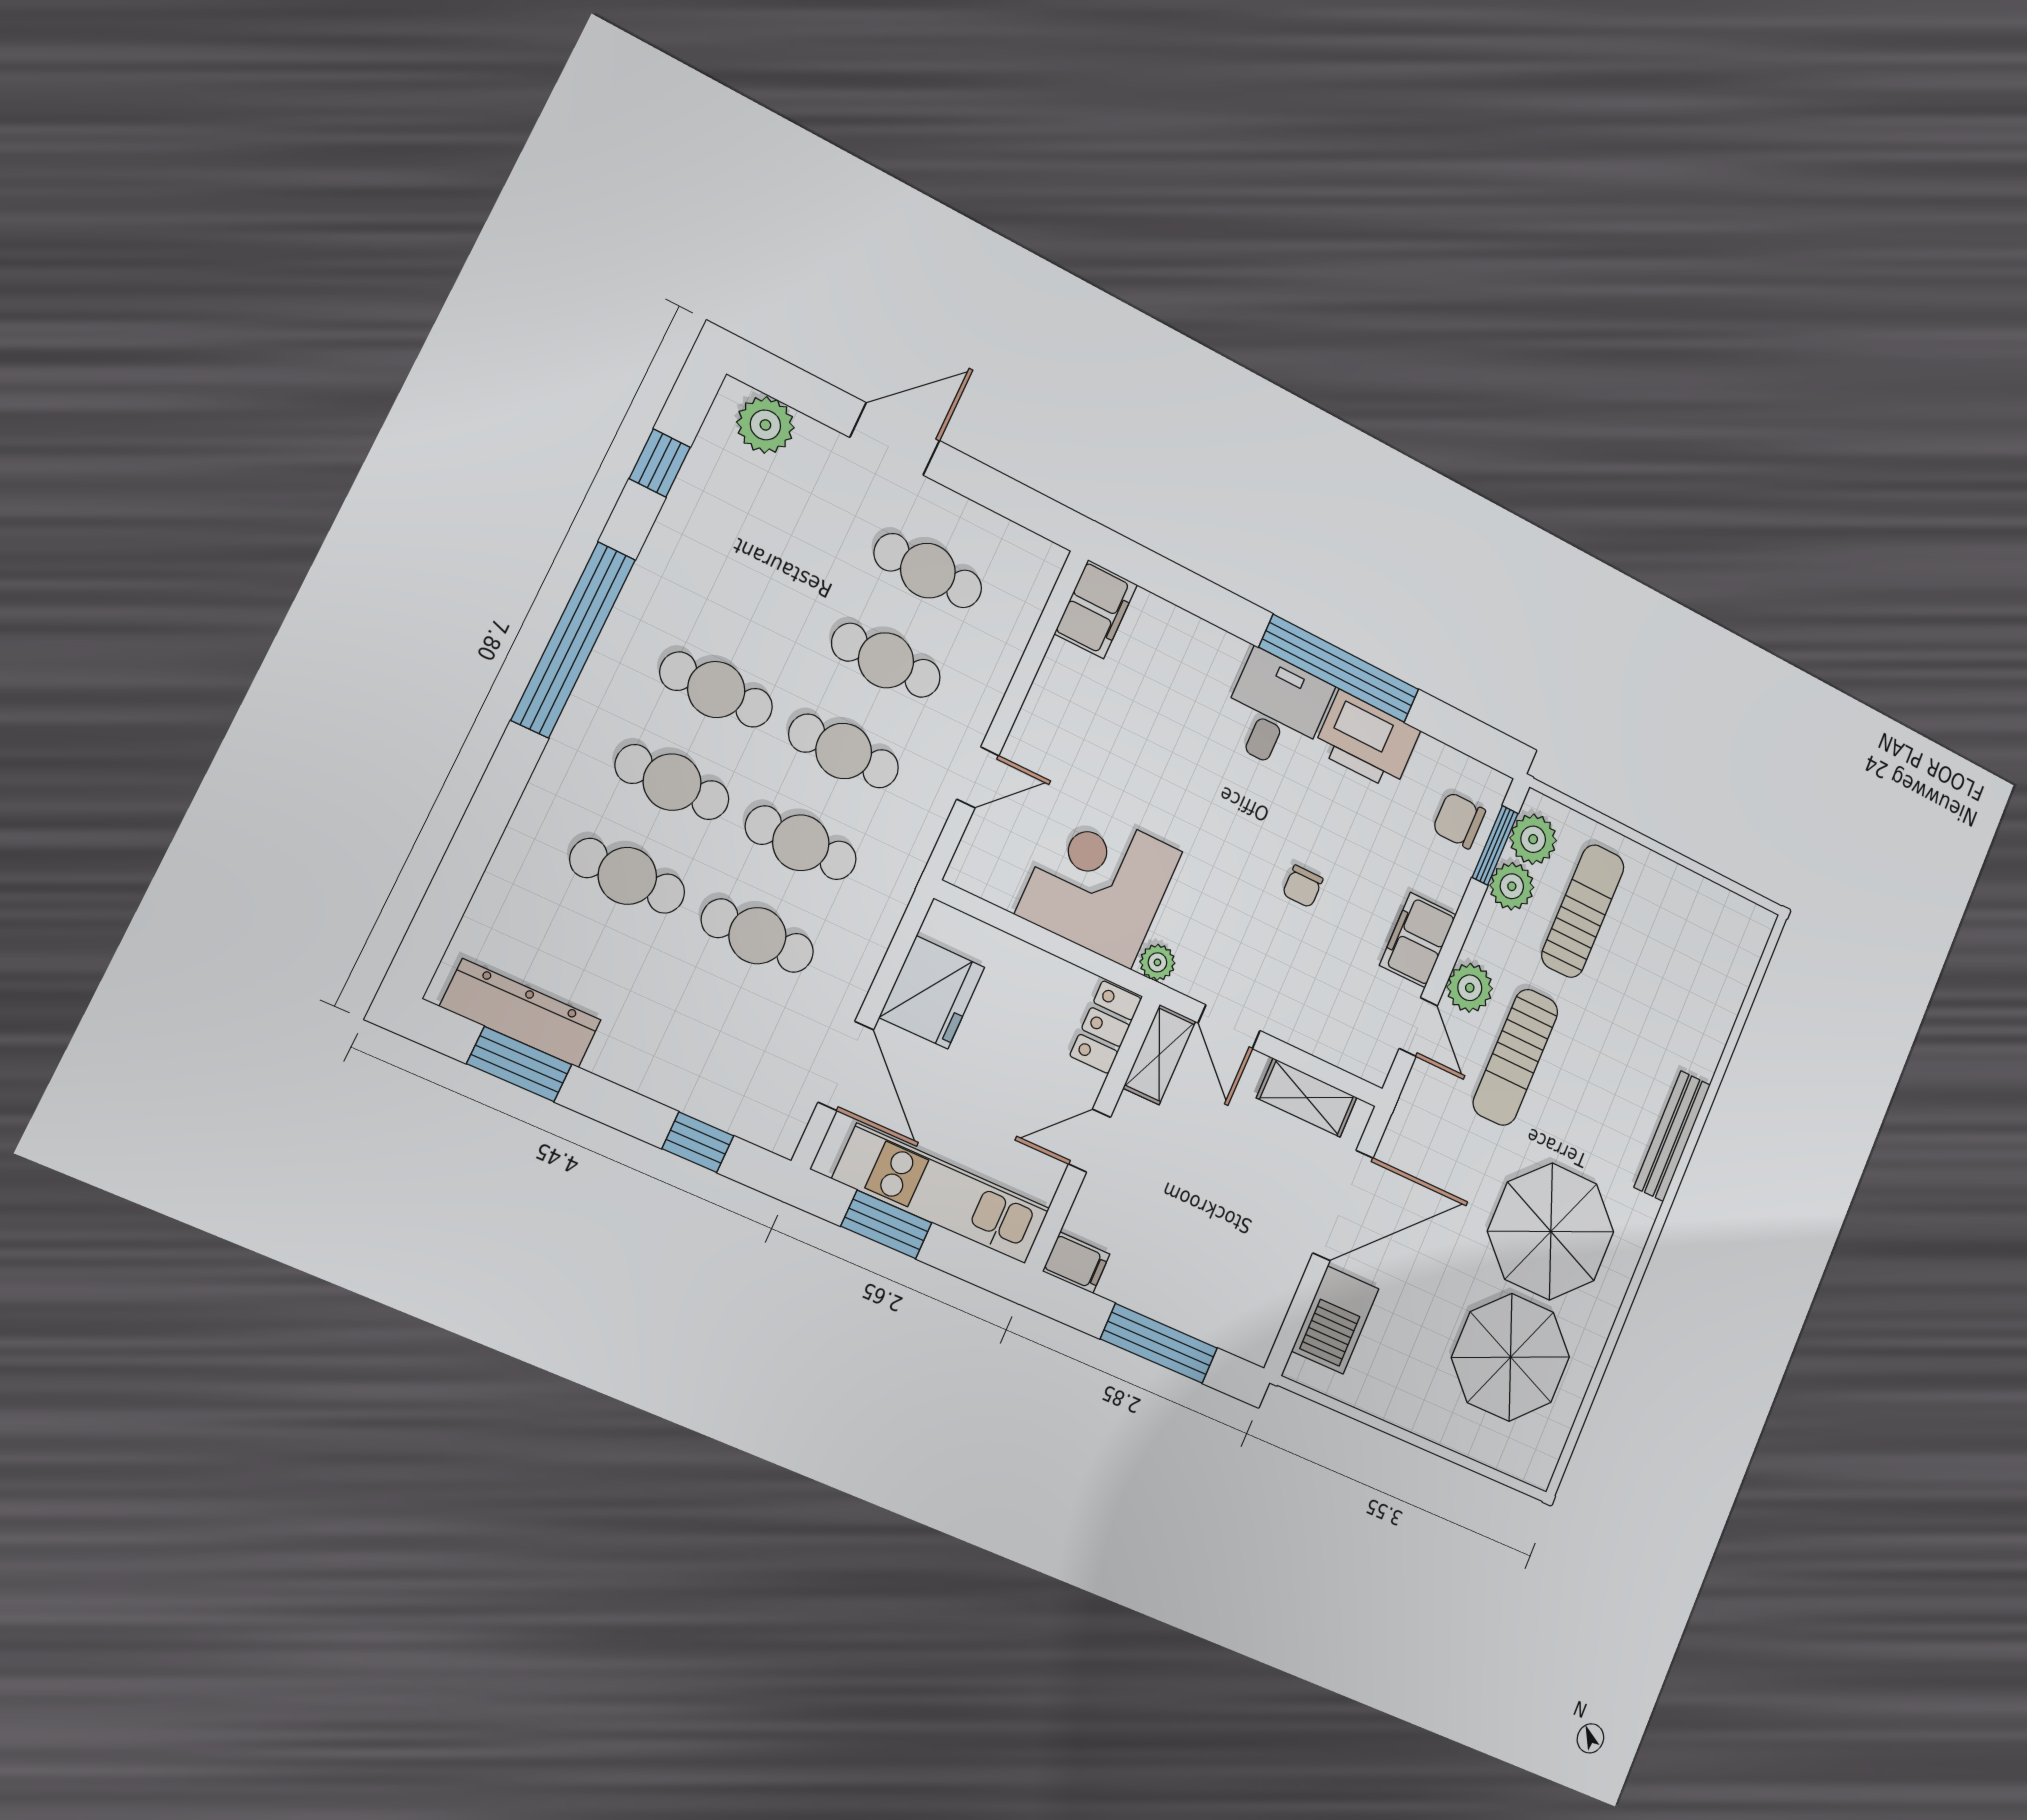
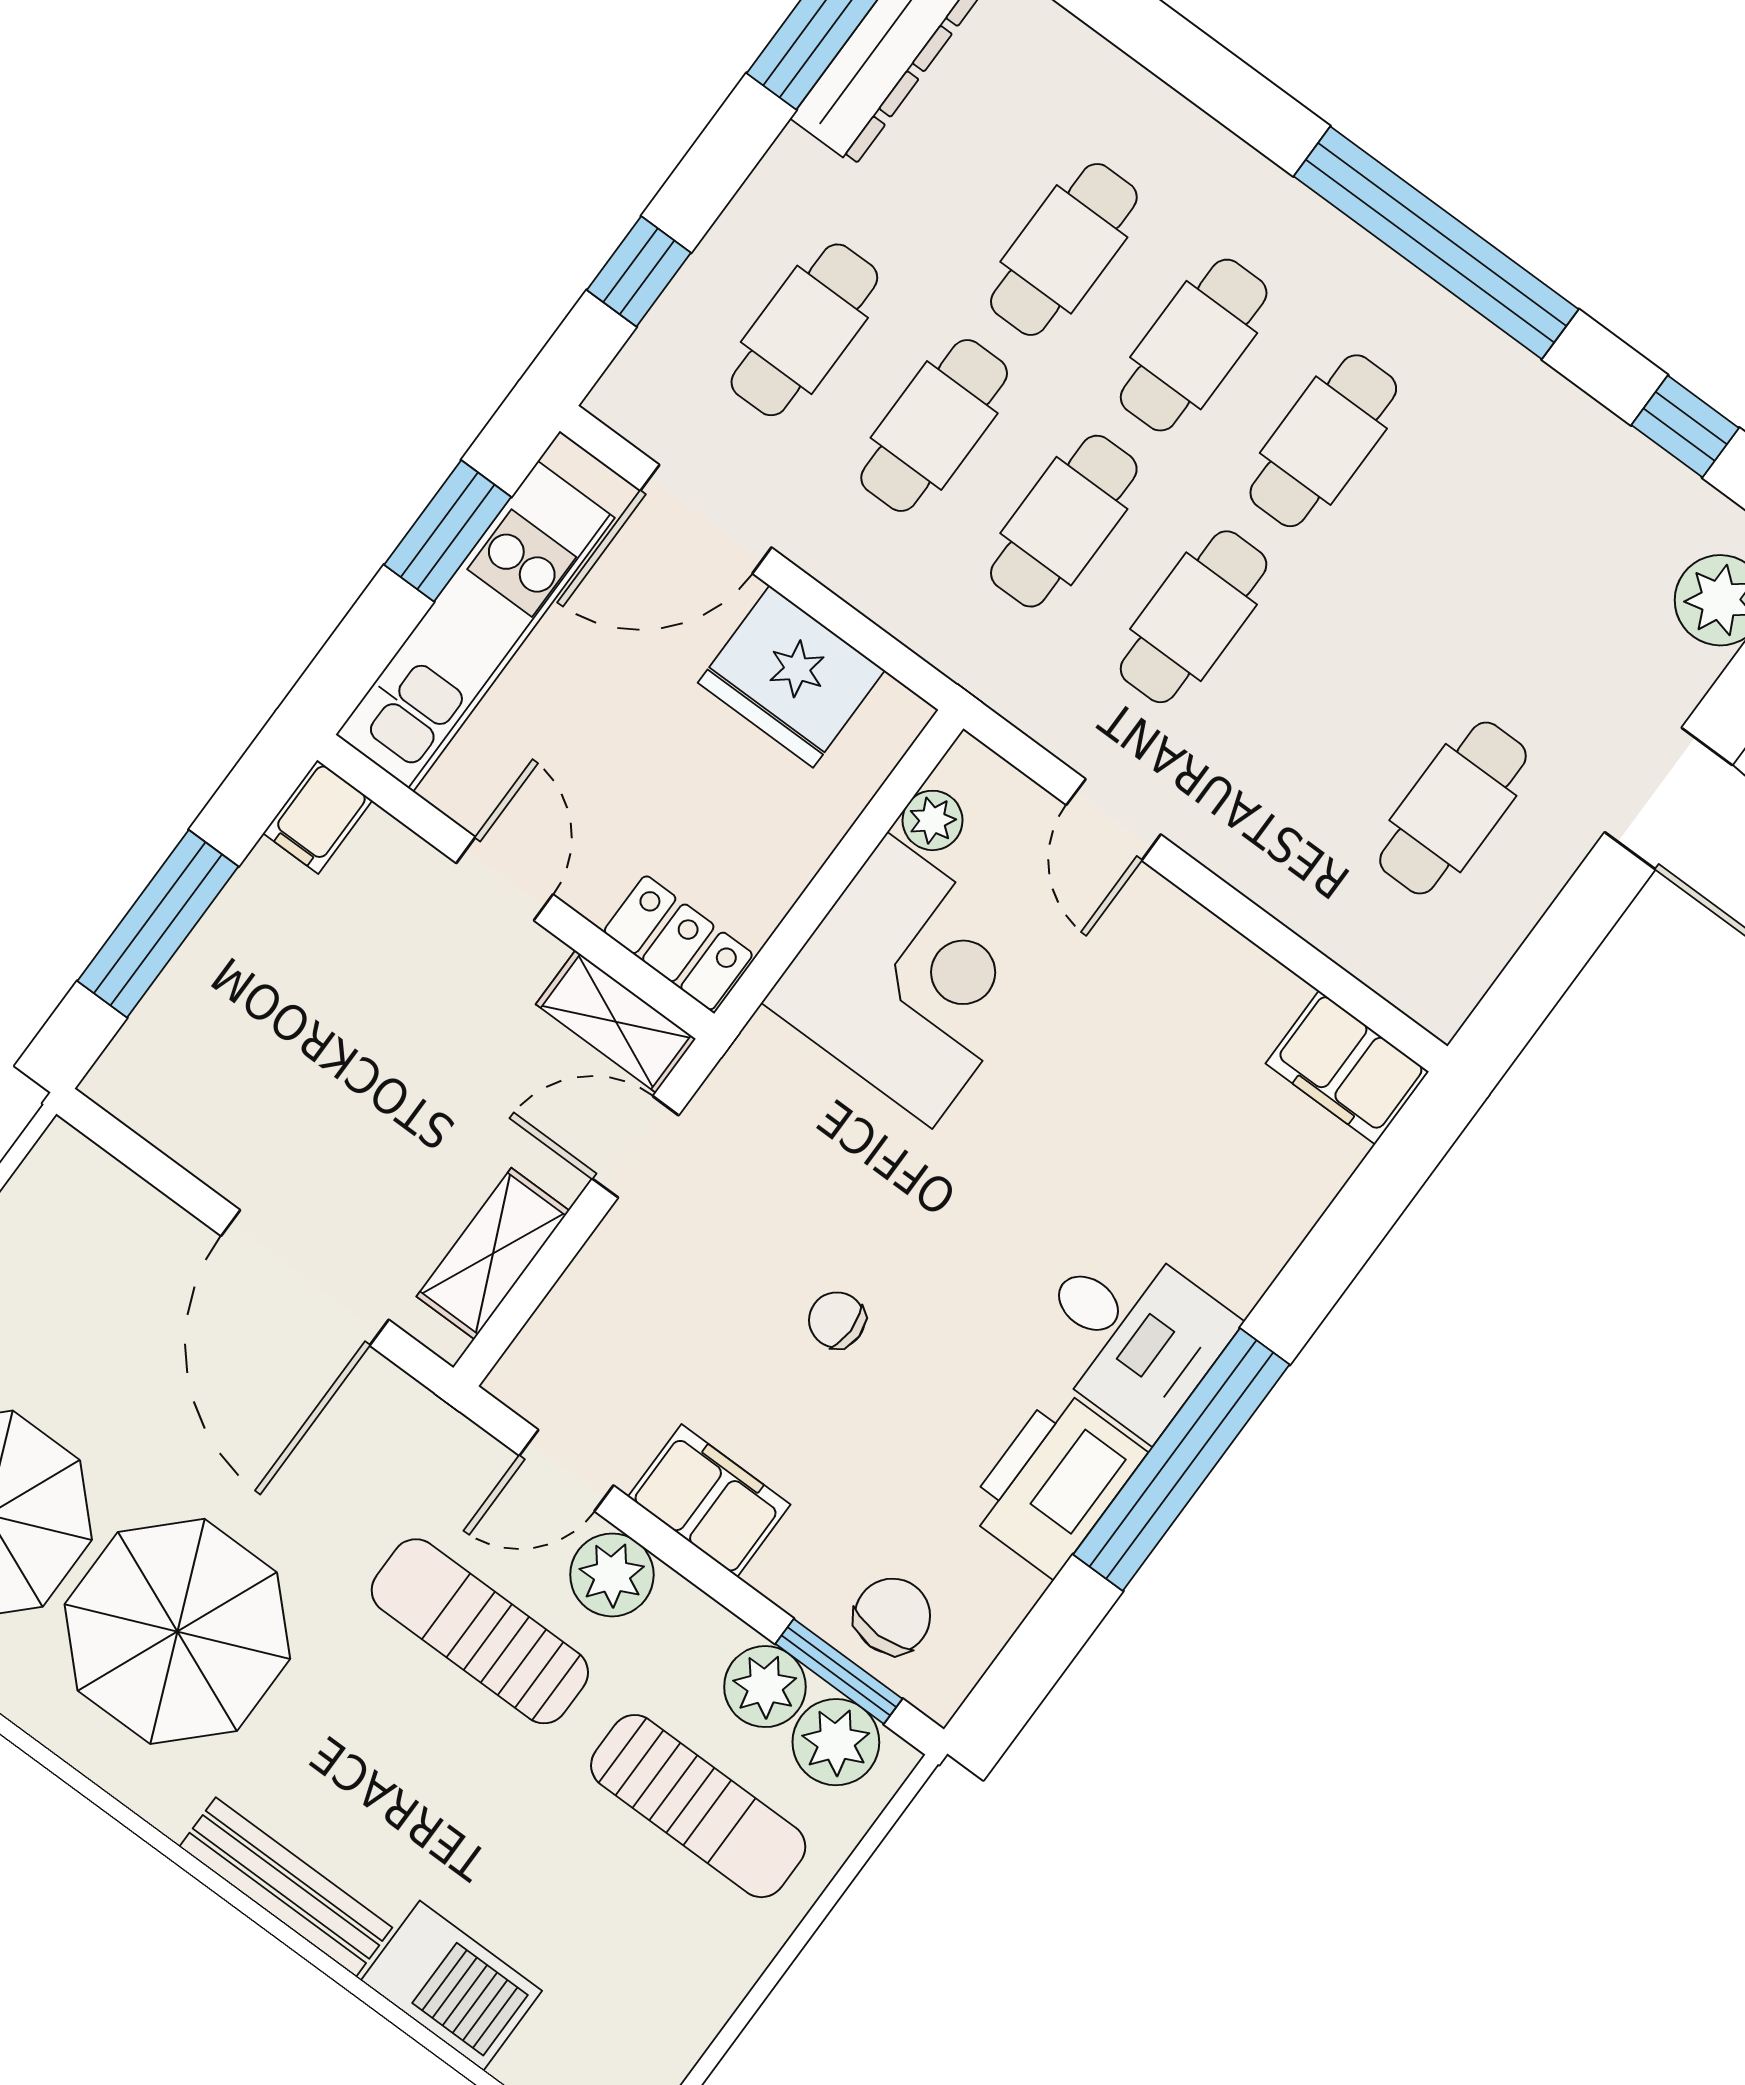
cafe table: (886, 660) -> (804, 330), moved
plant: (1157, 962) -> (932, 820), moved
barbecue: (1335, 1320) -> (452, 1986), moved, turned 180

